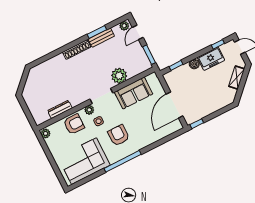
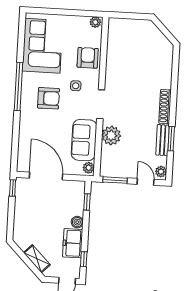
dresser: (60, 109) -> (112, 52), removed
plant: (89, 110) -> (89, 168), moved
armchair: (74, 124) -> (88, 58), turned 180

